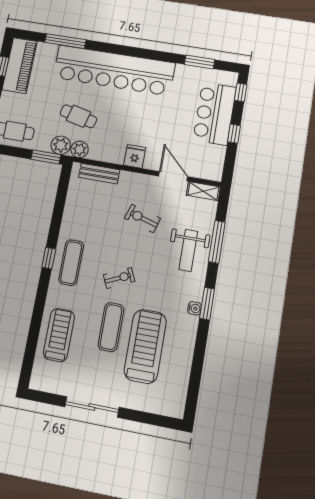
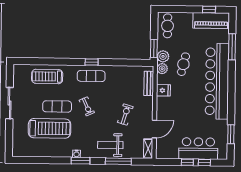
window: (241, 92) -> (204, 162), moved
fridge: (135, 156) -> (163, 90), moved
treadmill: (59, 335) -> (47, 76), turned 180

